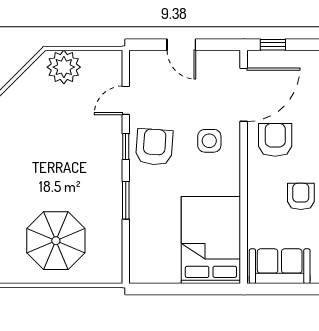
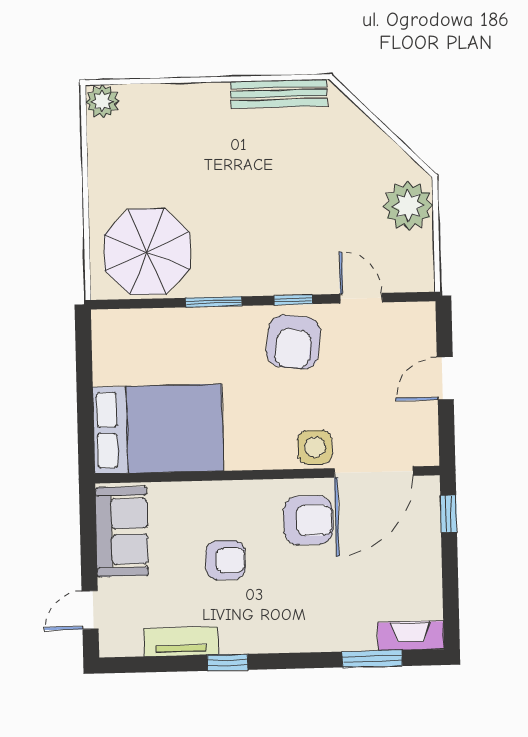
door: (244, 95) -> (374, 472), hinge flipped
side table: (209, 141) -> (315, 447), moved
armchair: (154, 147) -> (293, 342), turned 93
parasol: (56, 241) -> (147, 252), moved

